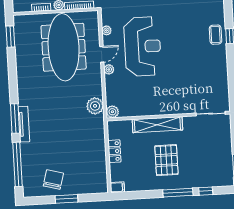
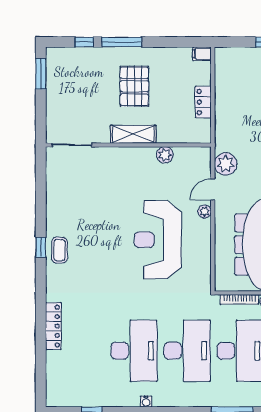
plant: (106, 30) -> (205, 264), removed
door: (102, 54) -> (213, 189), moved
plant: (112, 112) -> (165, 155), moved
shelving: (157, 125) -> (133, 134), width x0.68

